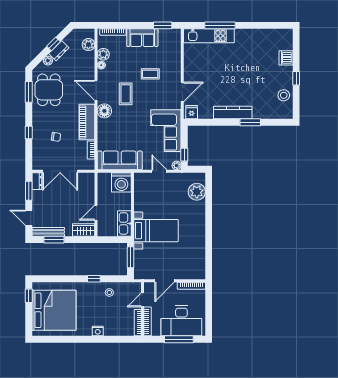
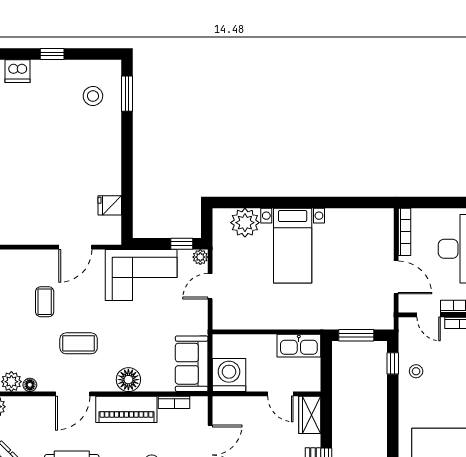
door: (182, 92) -> (75, 247), swing flipped
stool: (284, 95) -> (93, 96), moved
floor lamp: (104, 111) -> (128, 380), moved
fridge: (192, 112) -> (110, 205), moved
kitchen counter: (233, 113) -> (110, 162), removed
window: (250, 122) -> (127, 94), moved
sofa: (120, 160) -> (192, 364), width x0.73
washing machine: (121, 182) -> (229, 375), moved, turned -90
bed with nightstands: (156, 231) -> (293, 246), moved, turned 180
window: (94, 279) -> (393, 363), moved

